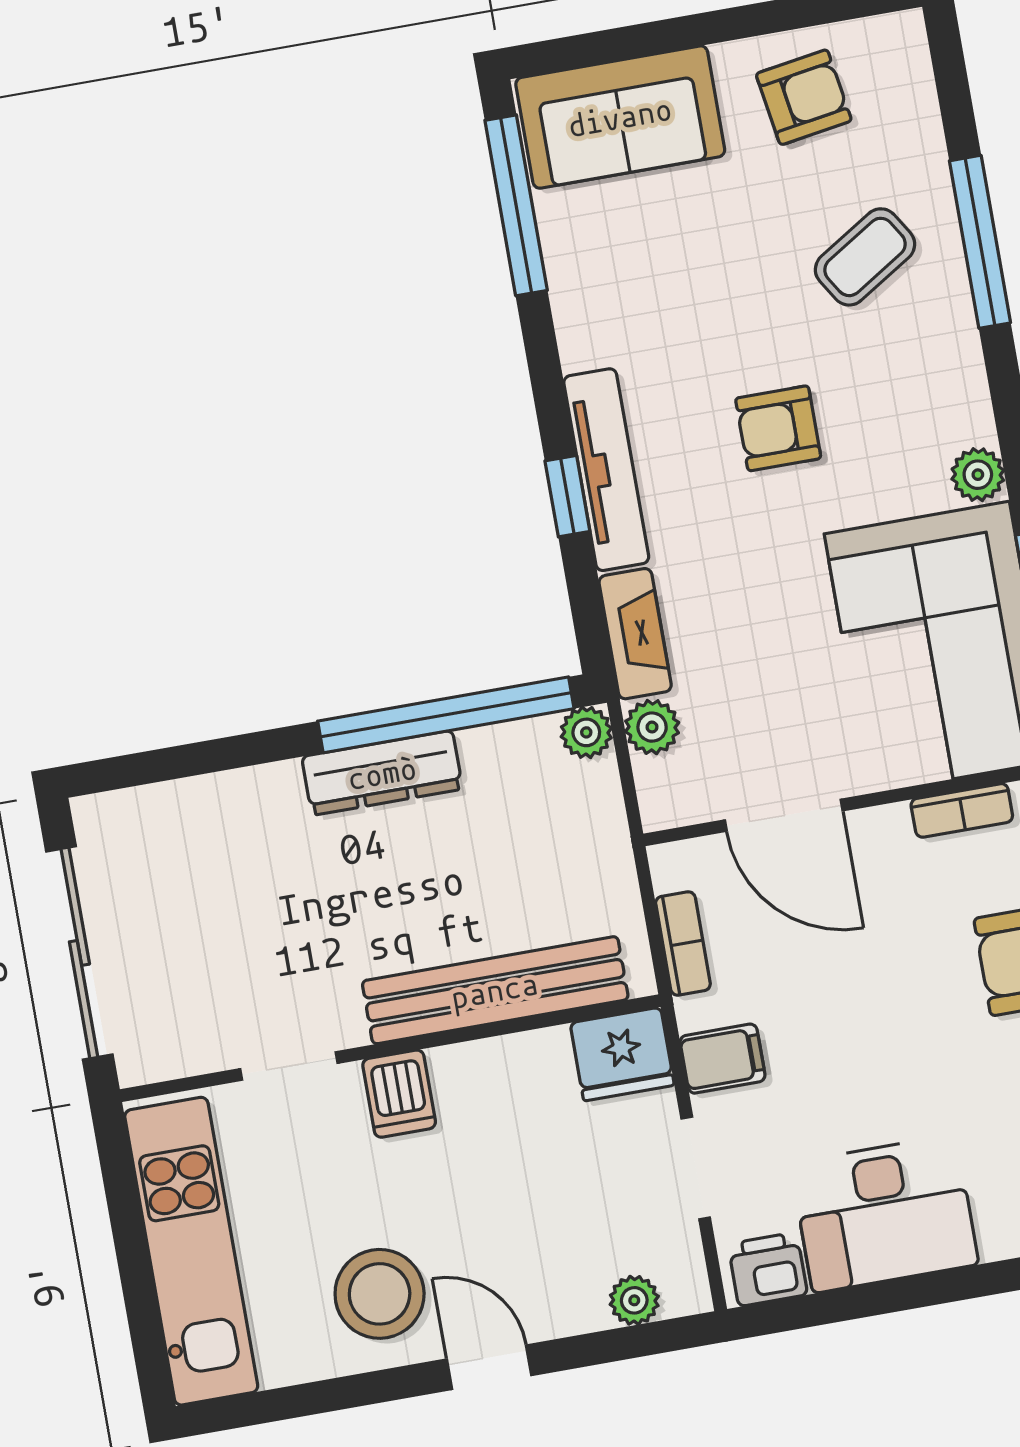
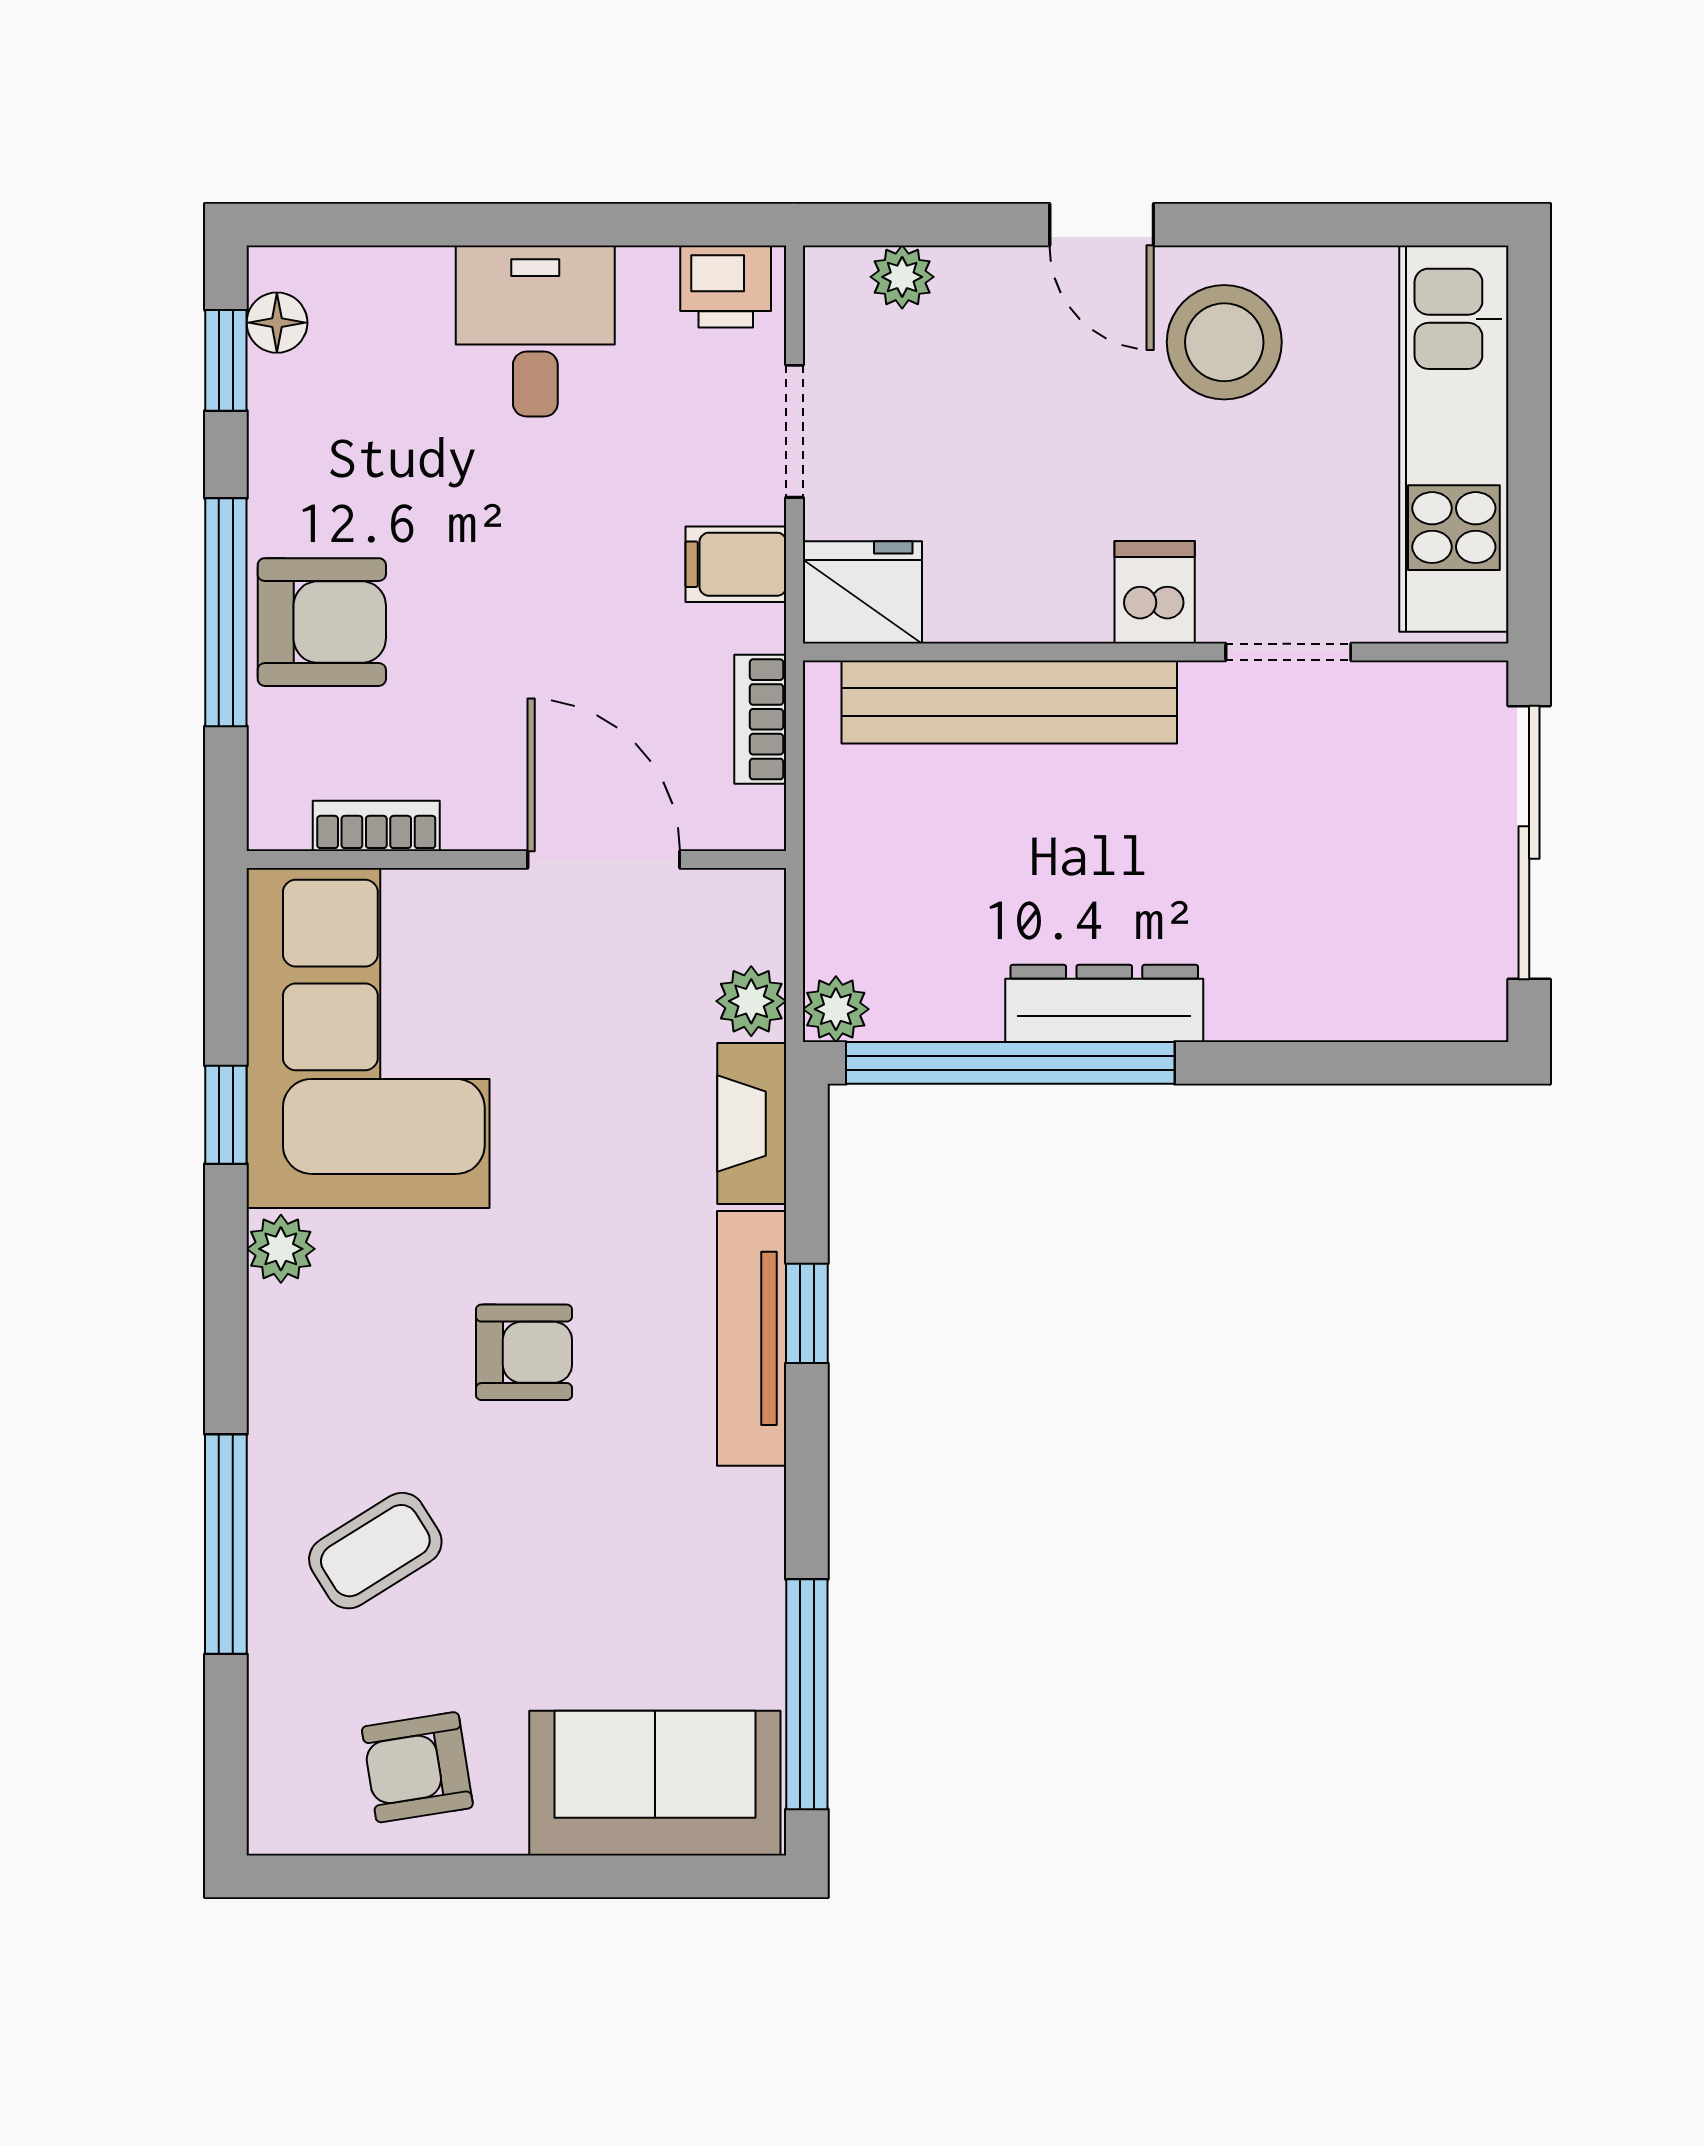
desk: (884, 1214) -> (535, 331), width x0.73

